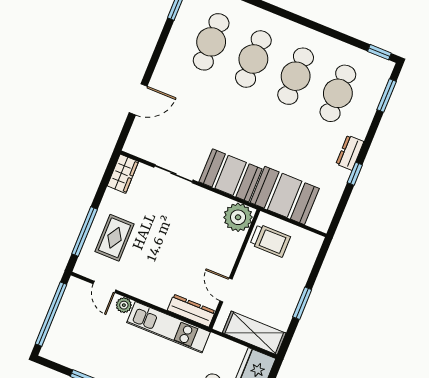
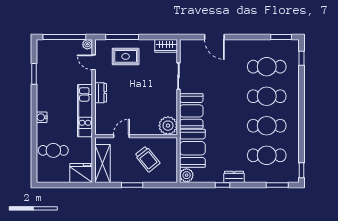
plant: (320, 219) -> (187, 175), added
trolley: (270, 241) -> (147, 159), moved, turned -39
door: (104, 287) -> (94, 62), hinge flipped
plant: (124, 305) -> (87, 44), moved
dresser: (191, 311) -> (101, 93), moved, width x0.70

